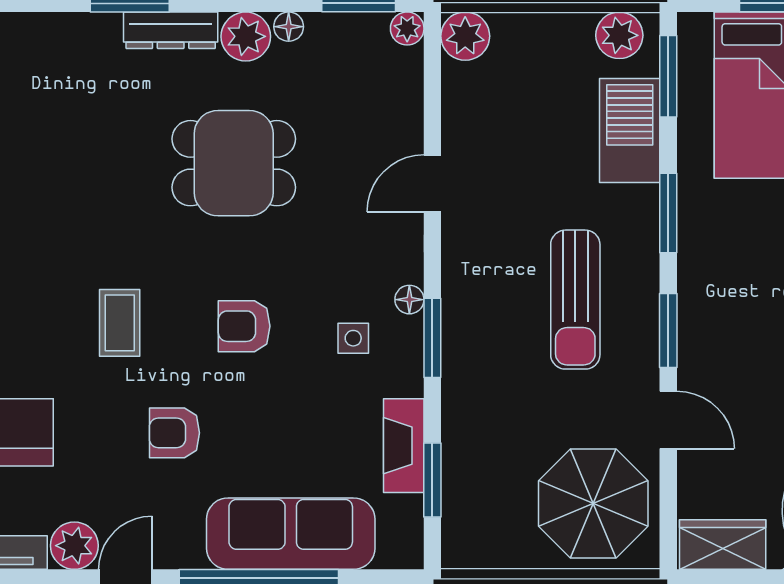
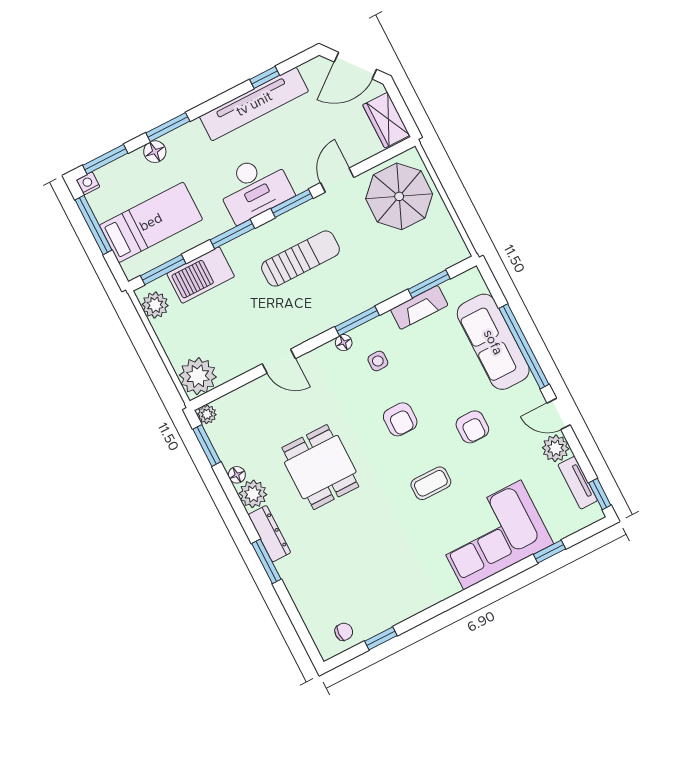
plant: (465, 36) -> (198, 376), width x1.36, depth x1.36
desk: (723, 284) -> (254, 188), added

